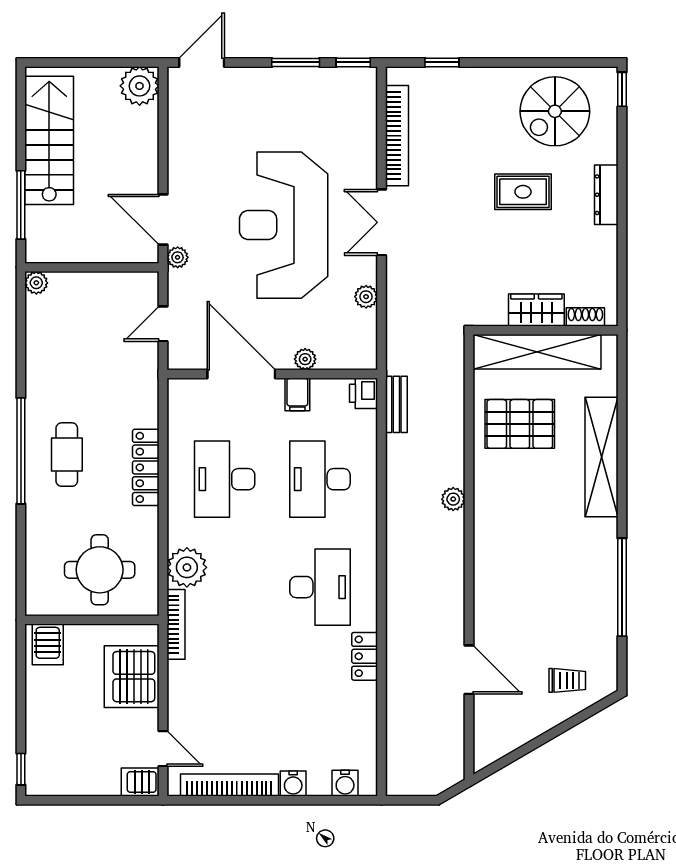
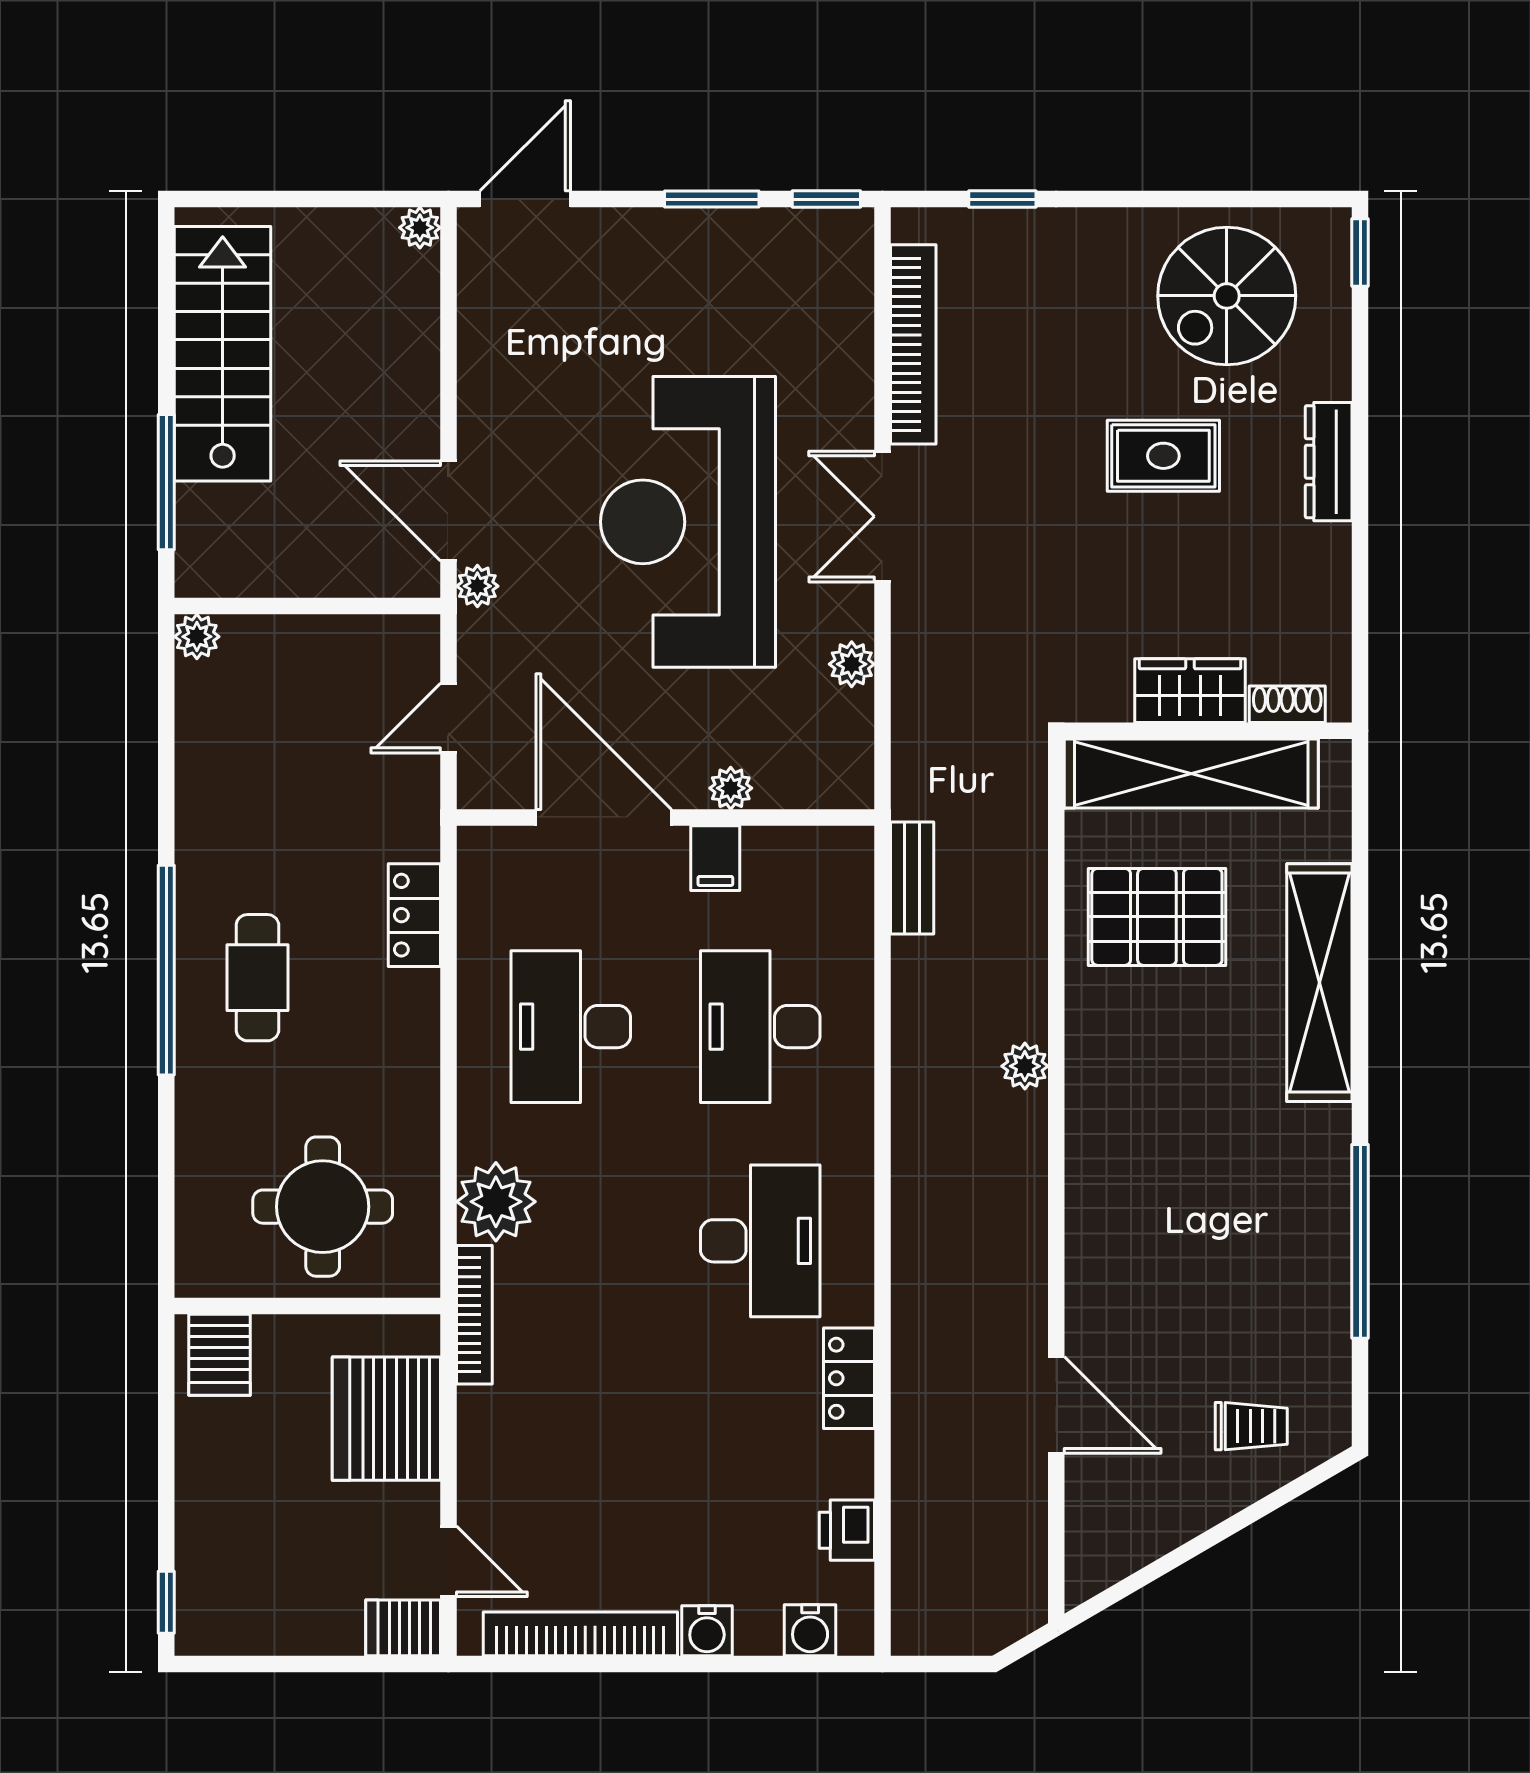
plant: (140, 86) -> (420, 228), width x0.53, depth x0.53
printer: (364, 393) -> (847, 1530), moved
locker: (146, 467) -> (414, 915), moved, width x0.66

